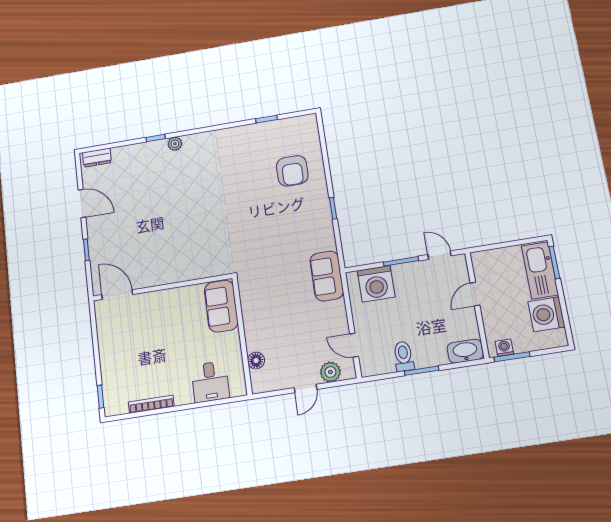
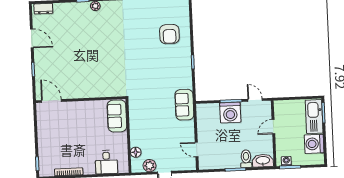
washing machine: (376, 284) -> (230, 113), moved
toilet: (404, 356) -> (246, 159), moved
plant: (330, 372) -> (150, 166), moved

